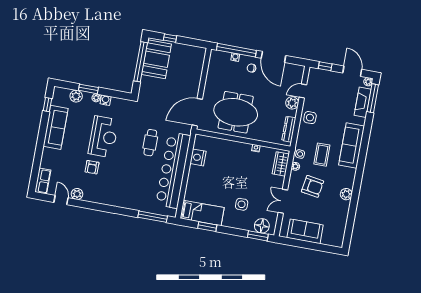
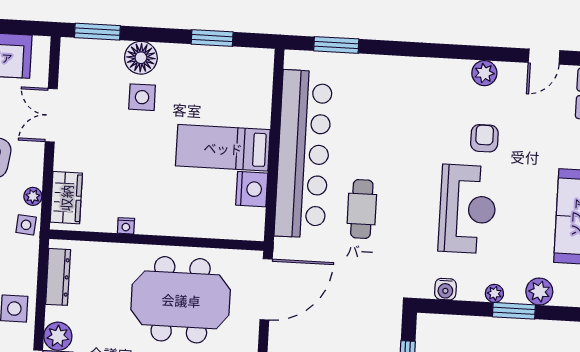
water cooler: (106, 100) -> (445, 289), moved
reception desk: (103, 137) -> (467, 209), turned 180
plant: (77, 194) -> (484, 73), moved
door: (61, 200) -> (544, 57), hinge flipped
double door: (283, 201) -> (51, 115), swing flipped
bed: (202, 213) -> (223, 148), moved
window: (153, 217) -> (336, 45), width x0.69
floor lamp: (262, 226) -> (141, 58), moved

